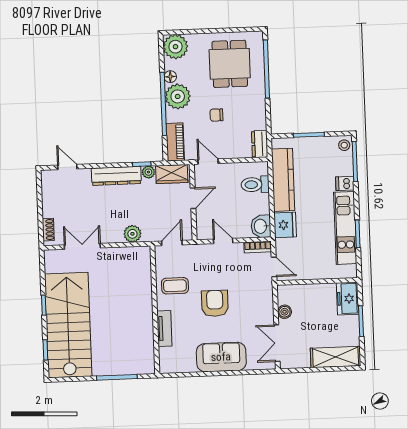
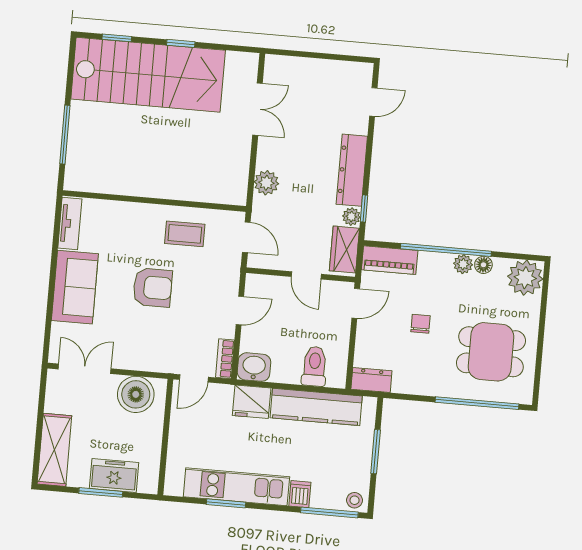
plant: (178, 96) -> (463, 264), width x0.53, depth x0.53
shoe rack: (48, 230) -> (288, 64), removed
coffee table: (175, 286) -> (185, 234), turned 90
freezer: (348, 299) -> (114, 476), moved
boiler: (285, 312) -> (136, 394), width x1.86, depth x1.86
tv unit: (164, 328) -> (70, 223), moved, turned -90

